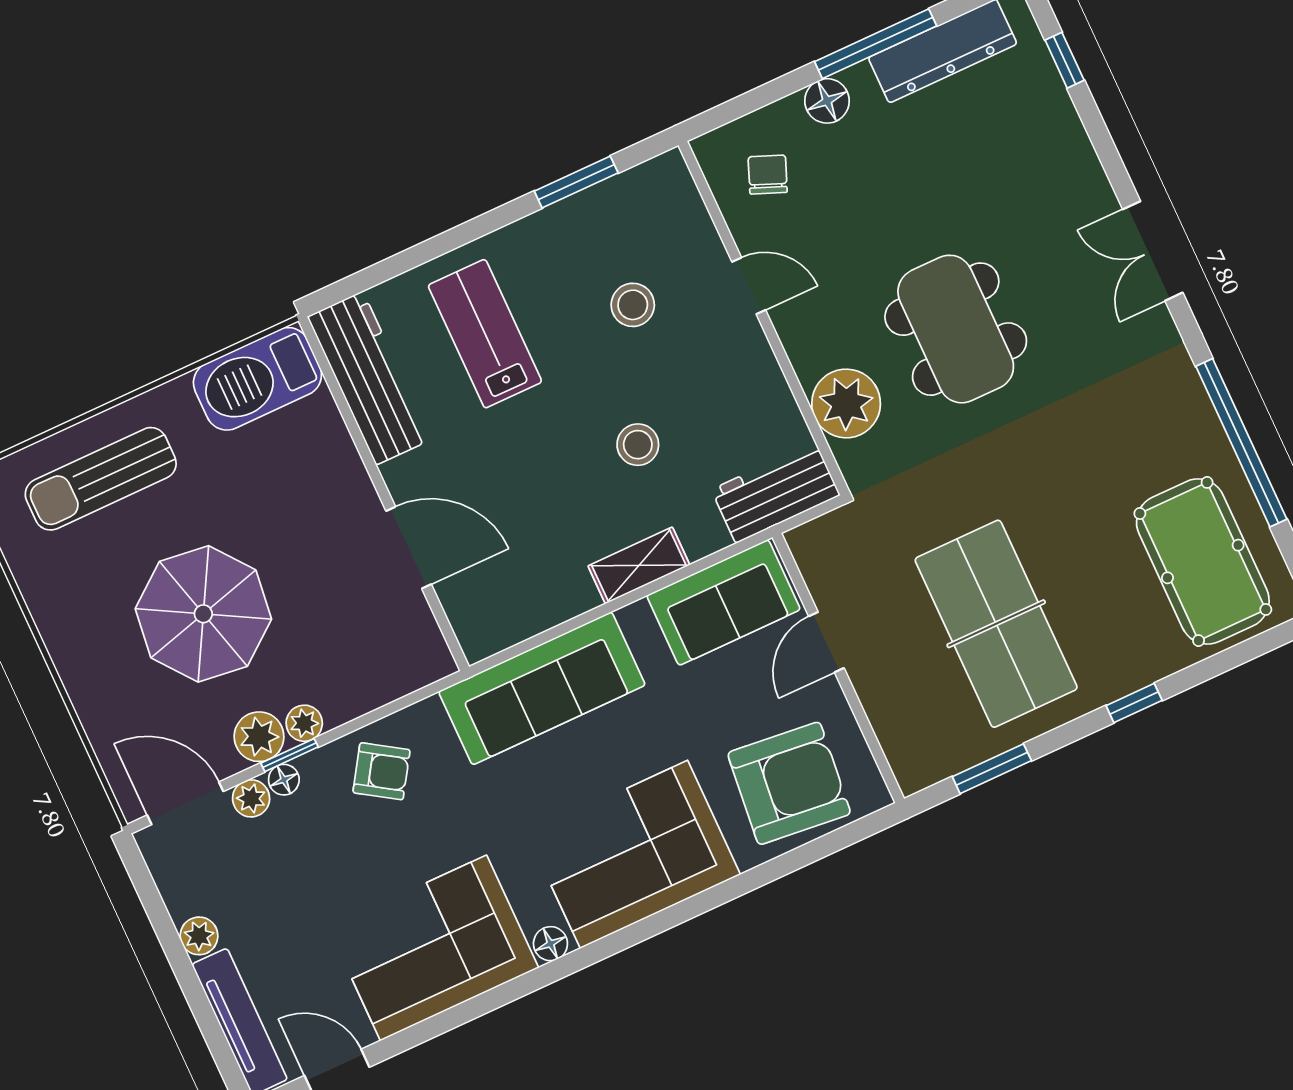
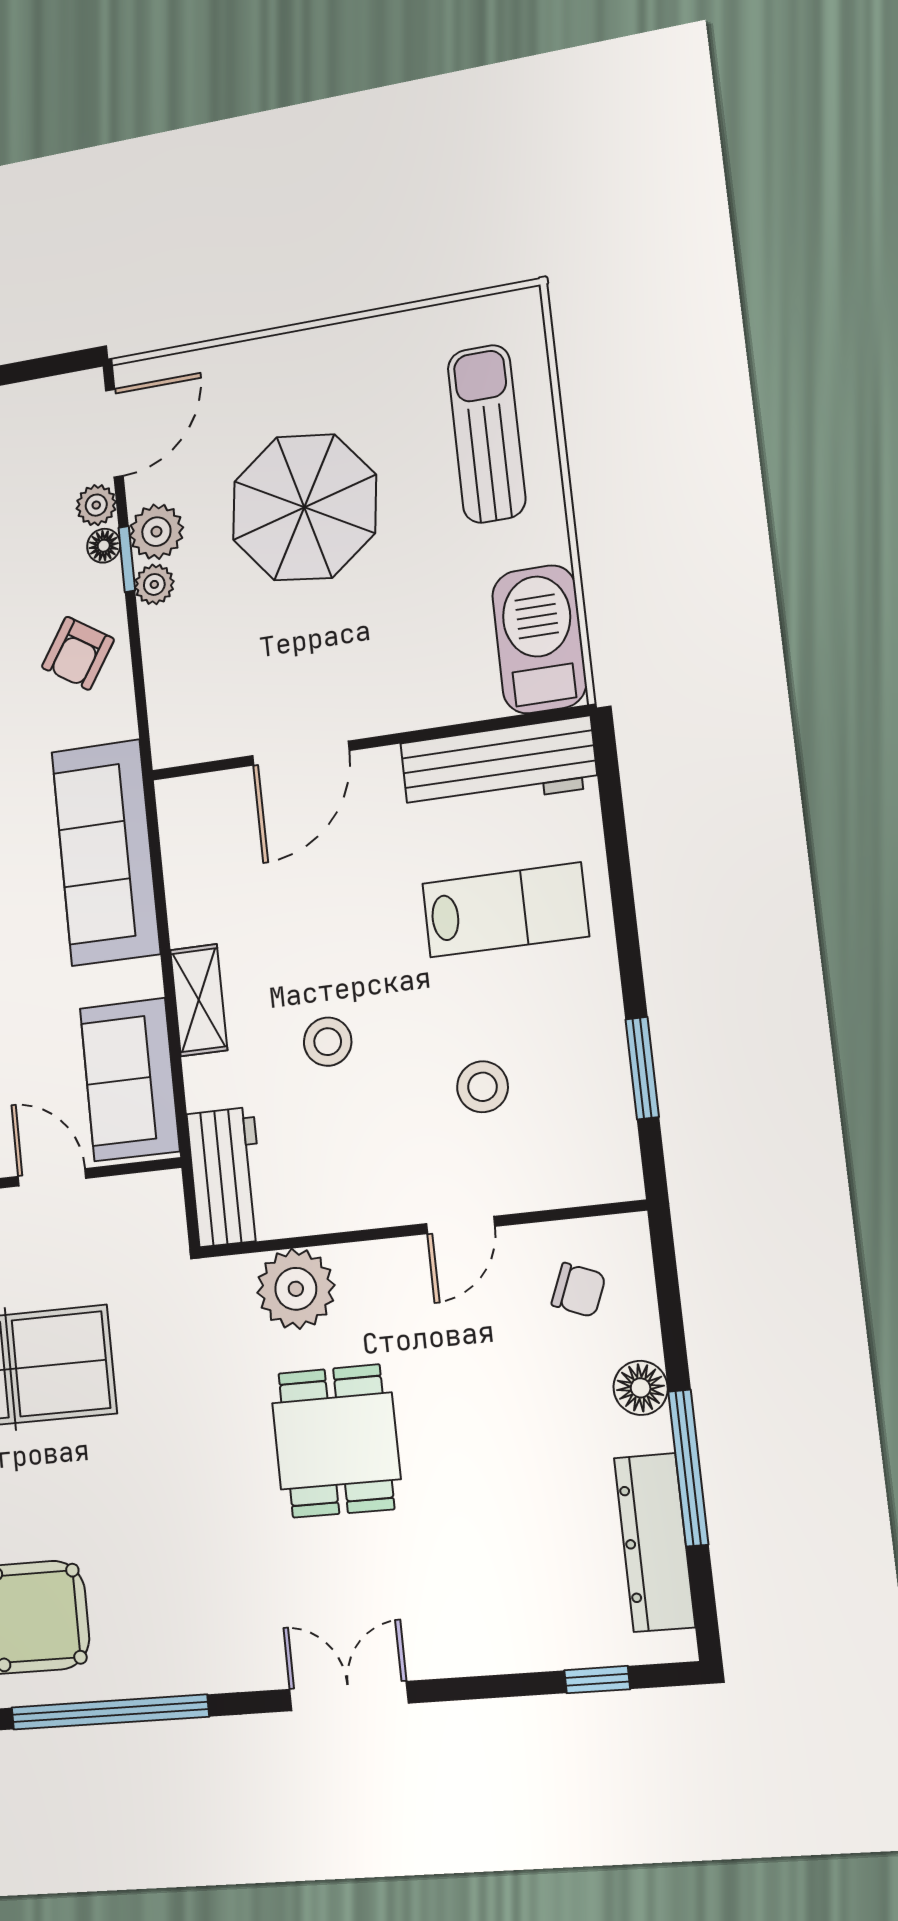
dining table: (956, 329) -> (336, 1441), width x0.73

